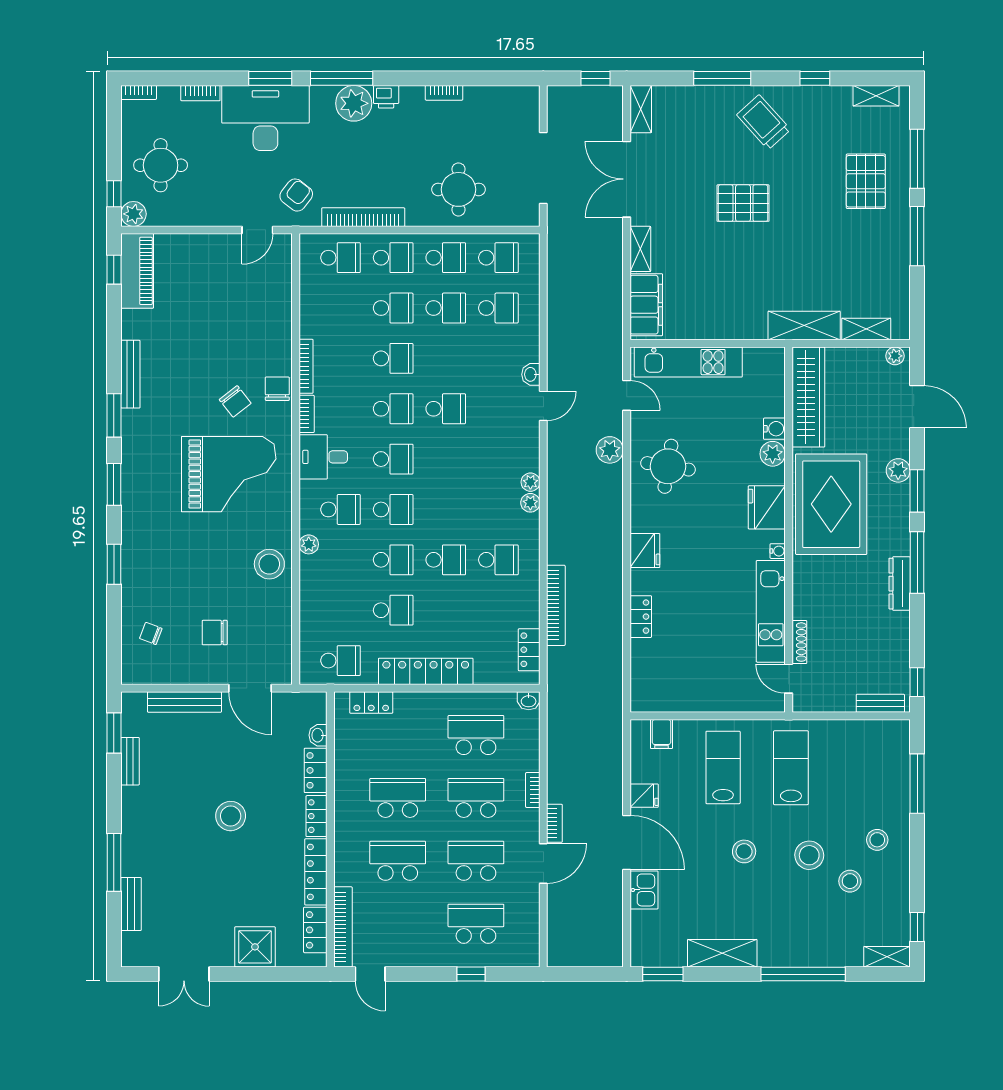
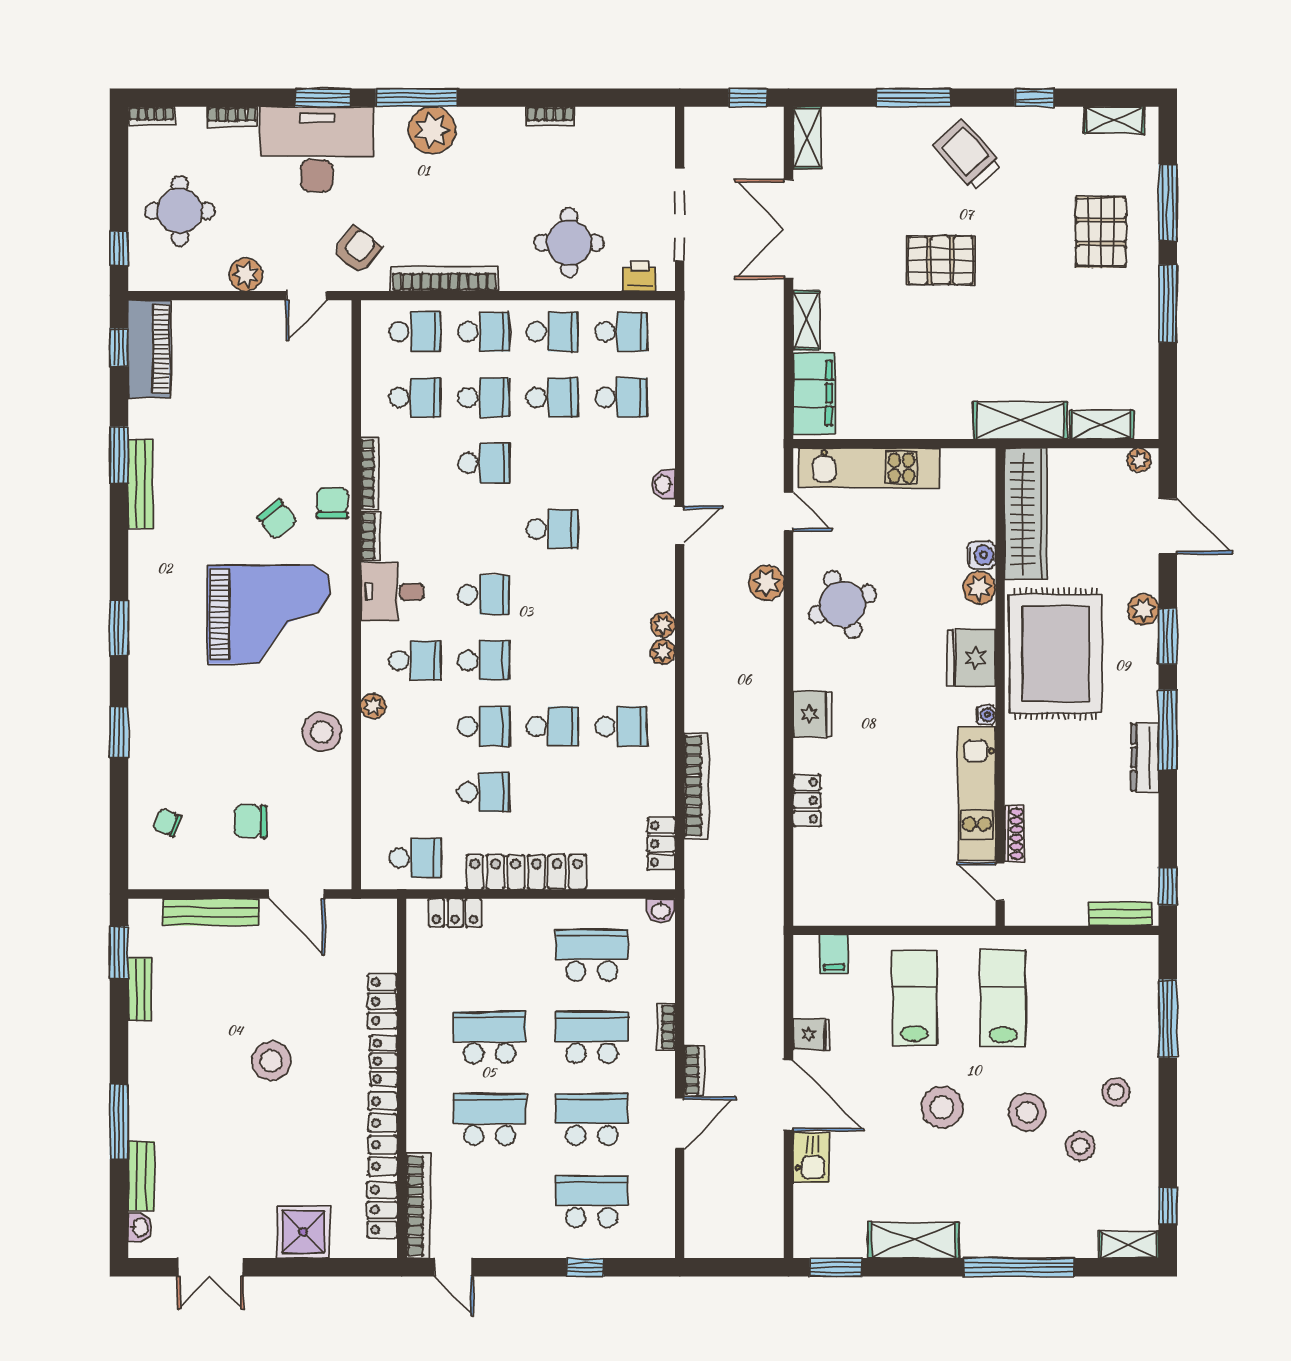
printer: (386, 97) -> (639, 276), moved, turned 180
plant: (134, 214) -> (246, 275), moved
school desk: (393, 409) -> (415, 397), moved
window: (114, 415) -> (119, 455), moved
round table: (668, 466) -> (843, 604), turned -31
washbasin: (318, 735) -> (140, 1227), moved, turned 180
stool: (744, 851) -> (942, 1107), width x1.38, depth x1.38

